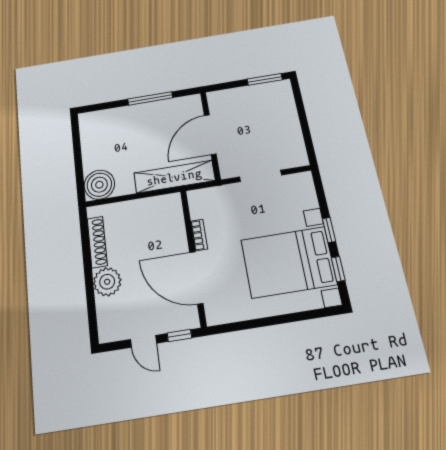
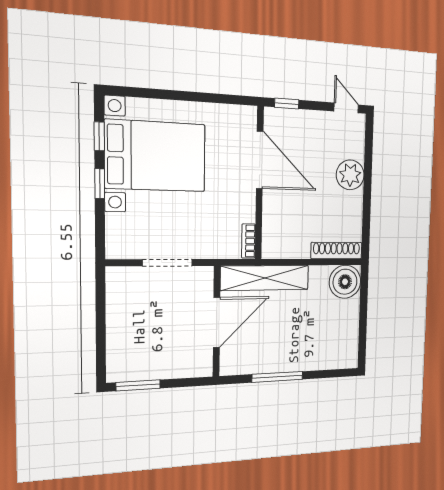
bookcase: (199, 235) -> (249, 241), moved
shoe rack: (97, 242) -> (337, 251), moved, turned 90
door: (143, 341) -> (346, 108), moved

